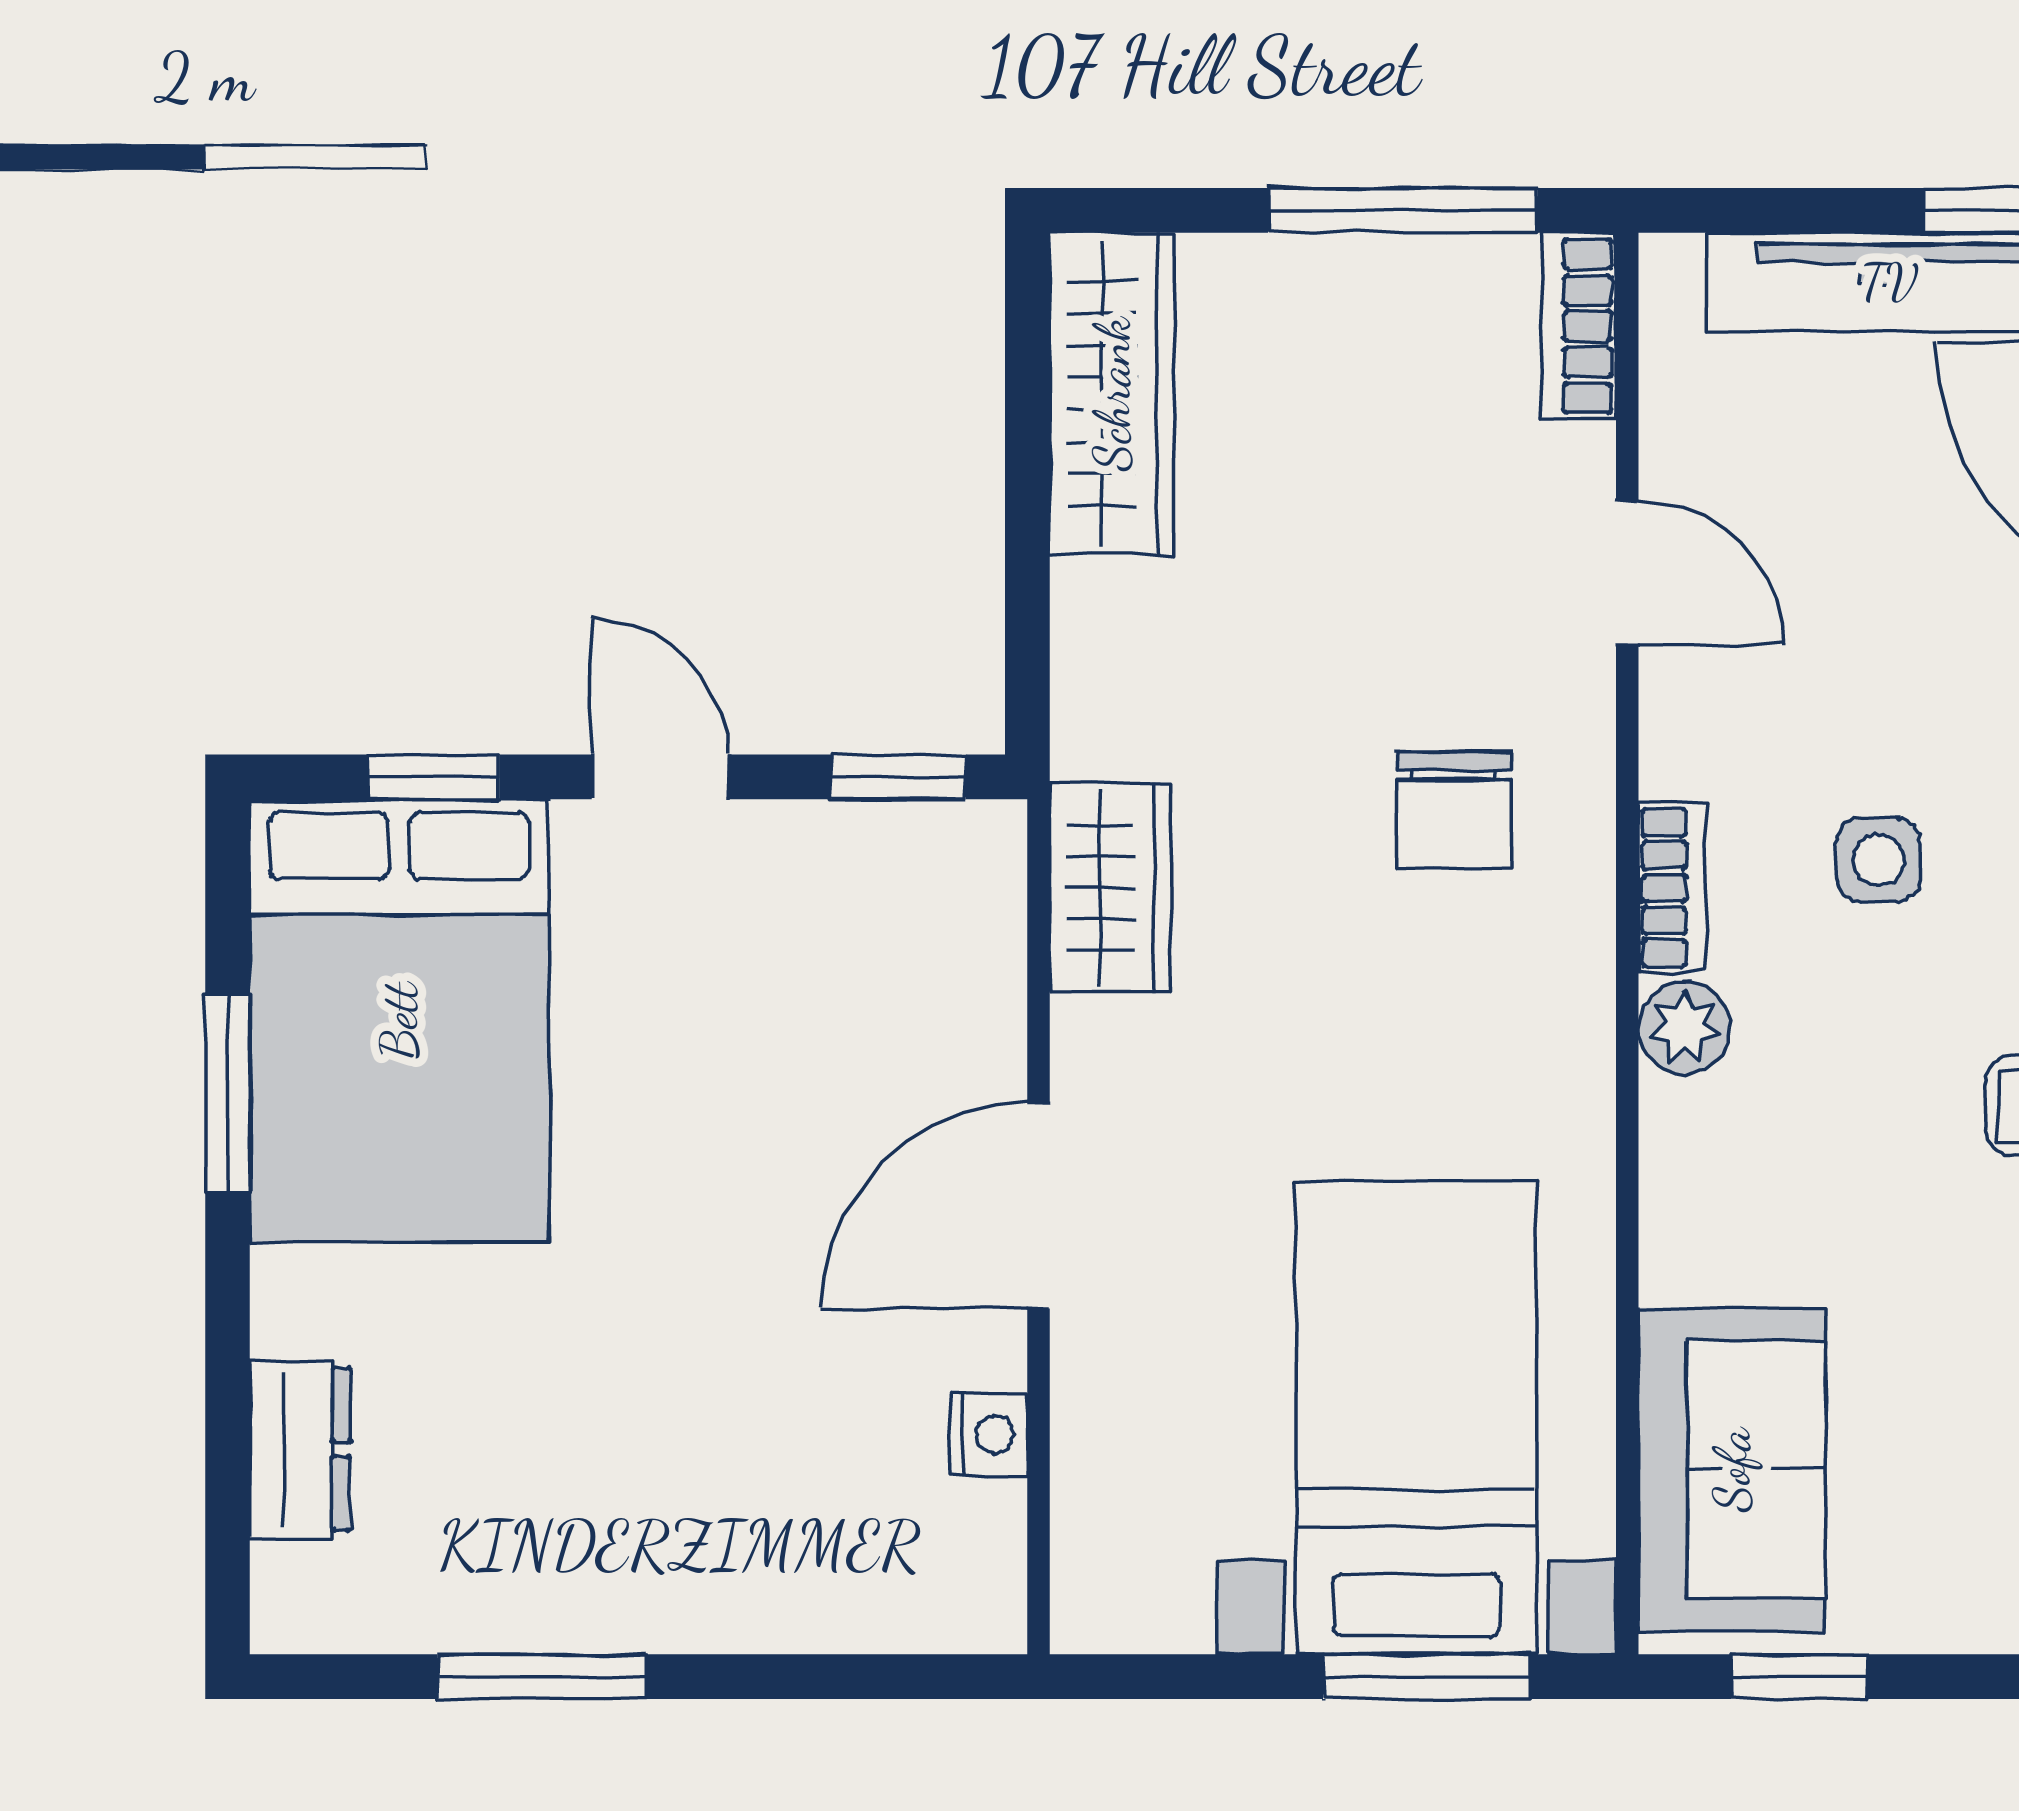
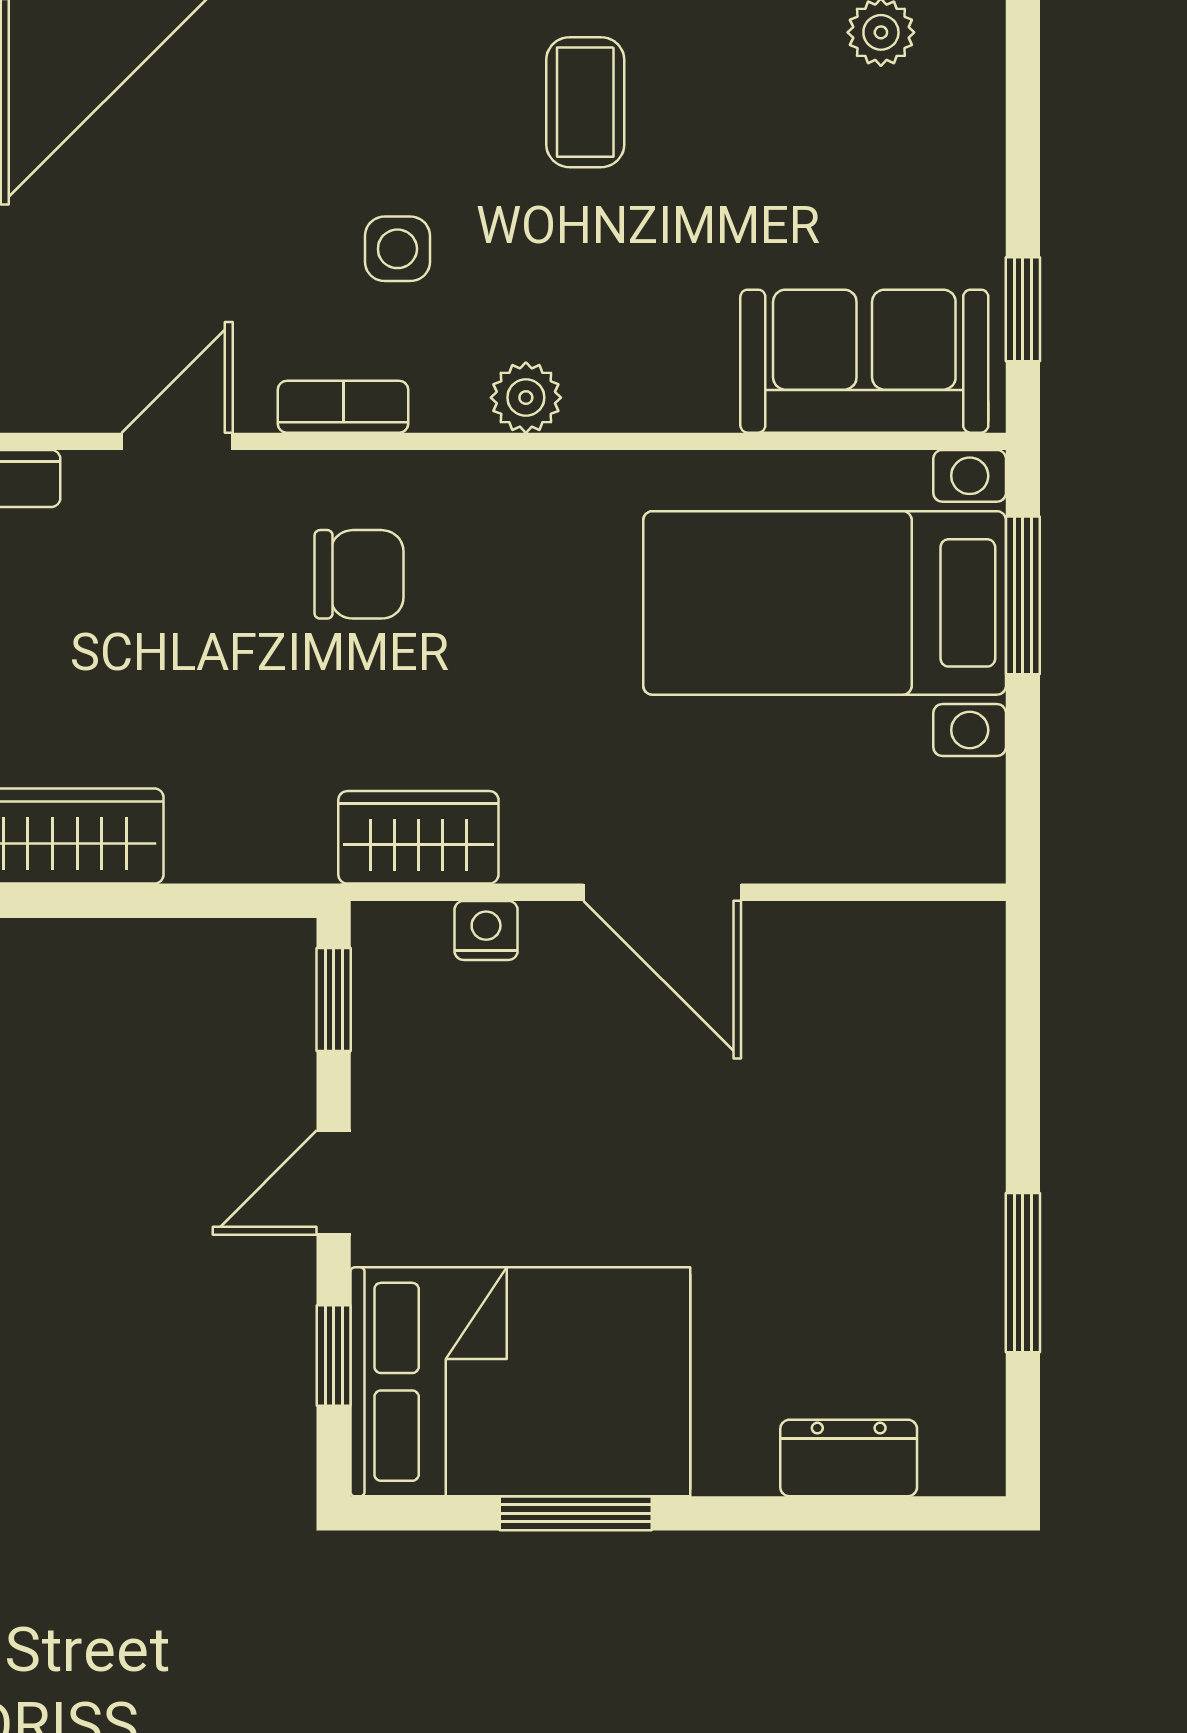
bookcase: (1672, 888) -> (343, 407), moved
nightstand: (989, 1434) -> (486, 930), moved

